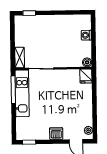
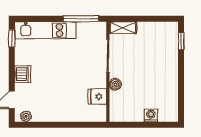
boiler: (87, 62) -> (115, 84), moved
fridge: (86, 76) -> (97, 97), moved
kitchen unit: (22, 93) -> (45, 30), moved

